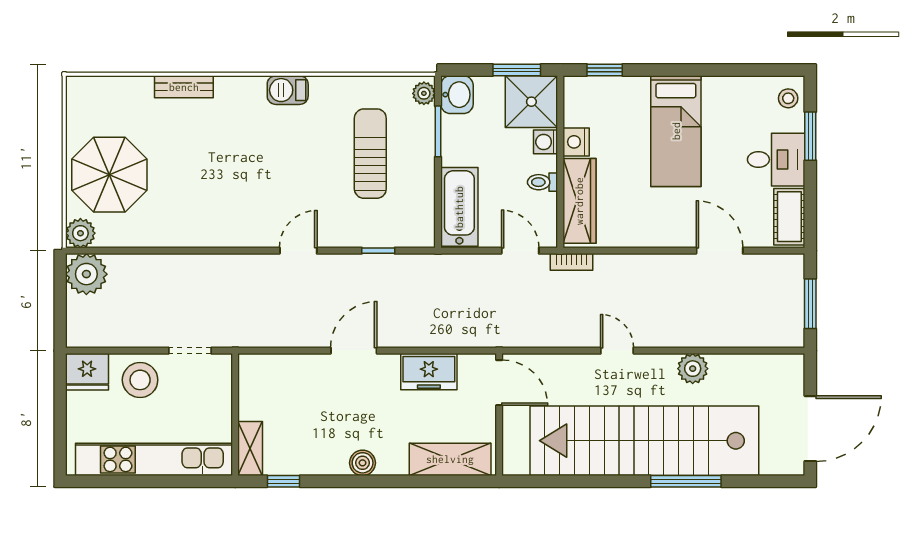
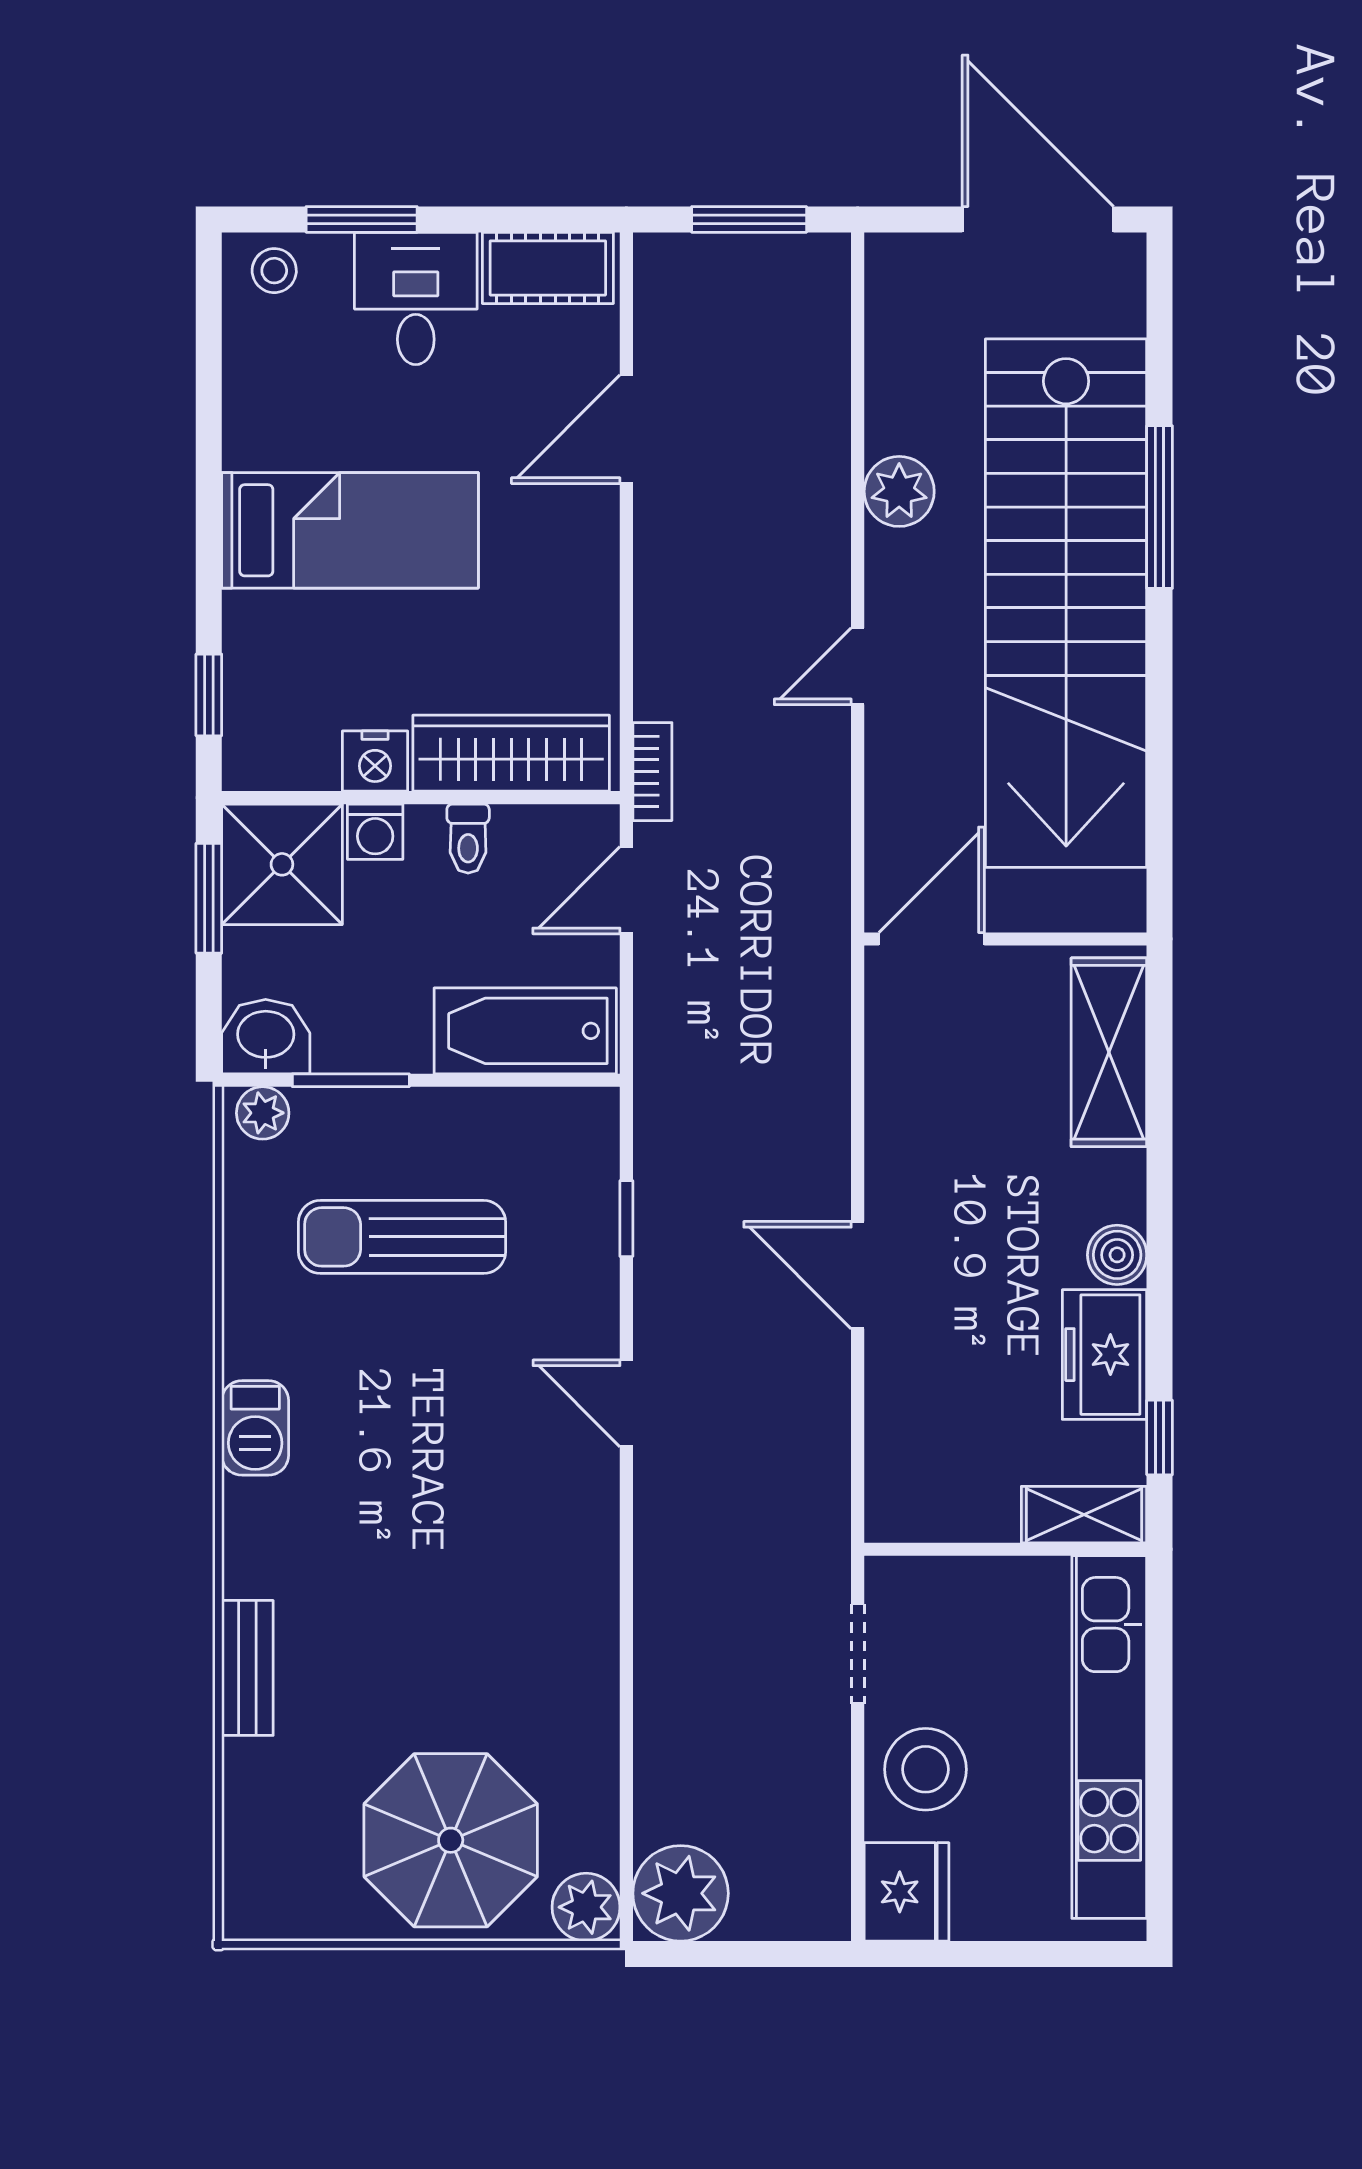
freezer: (429, 372) -> (1105, 1355), moved, turned 180

